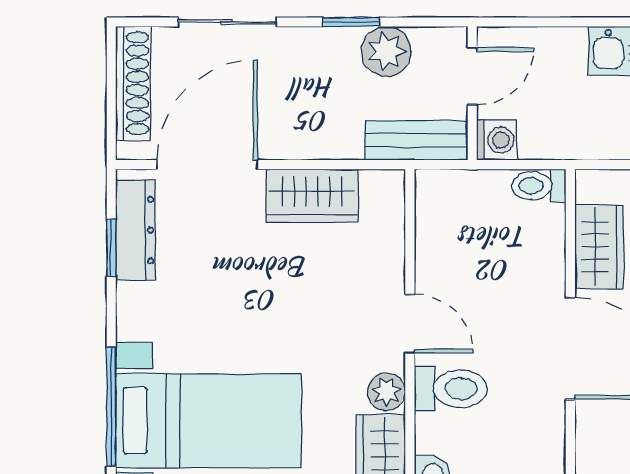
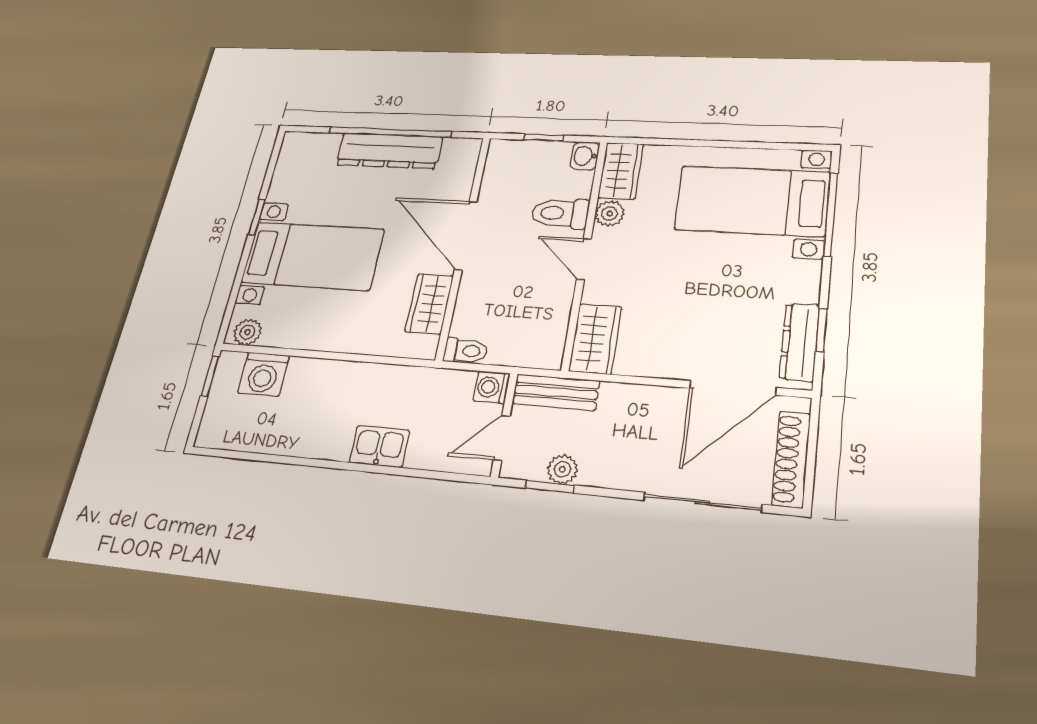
sliding door: (227, 22) -> (702, 502), width x1.37
window: (351, 22) -> (550, 487), moved
plant: (386, 51) -> (562, 469), width x0.73, depth x0.73
wardrobe: (312, 196) -> (595, 339), moved, turned 90

